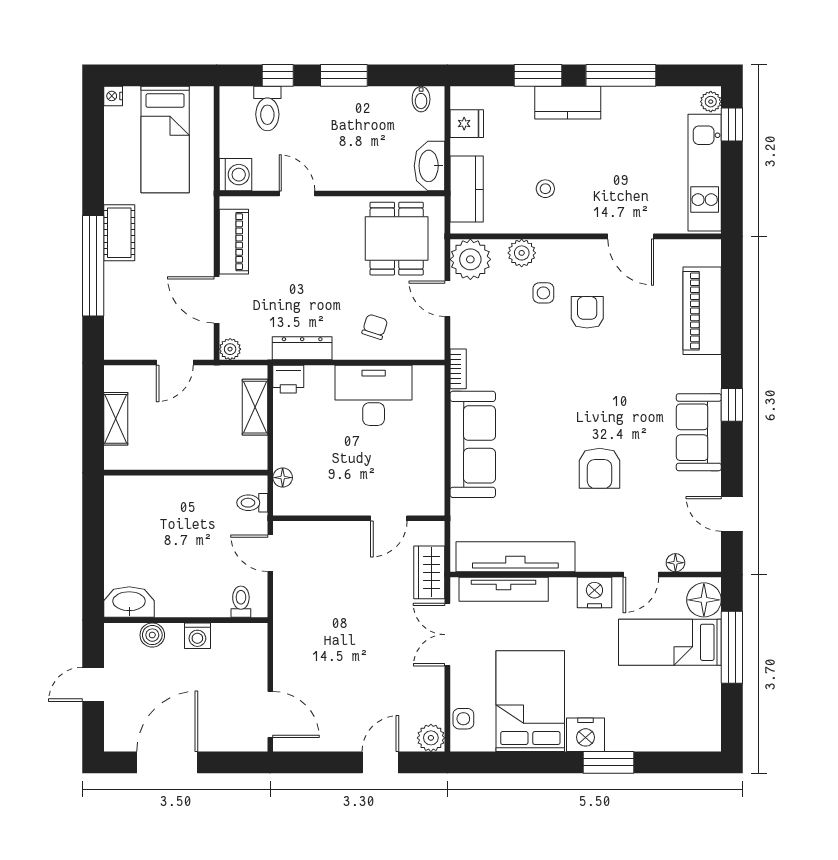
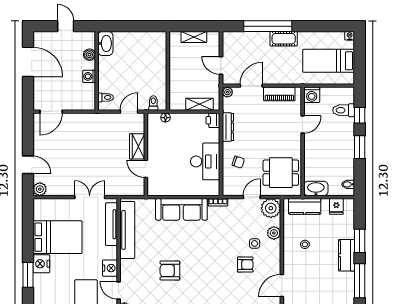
wardrobe: (429, 572) -> (137, 146), moved, turned -90
side table: (463, 719) -> (49, 205), removed

